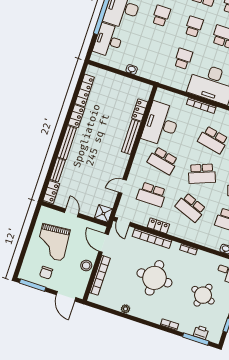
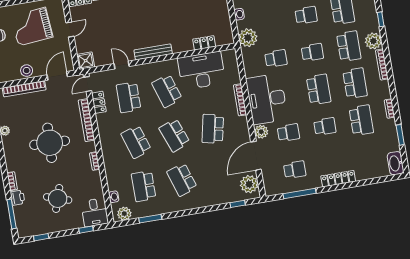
plant: (154, 72) -> (248, 38), added
bench: (131, 137) -> (153, 52), moved
school desk: (163, 161) -> (167, 91), turned -30
school desk: (191, 207) -> (136, 142), turned -39
locker: (158, 226) -> (99, 102), moved
printer: (201, 332) -> (18, 198), moved

